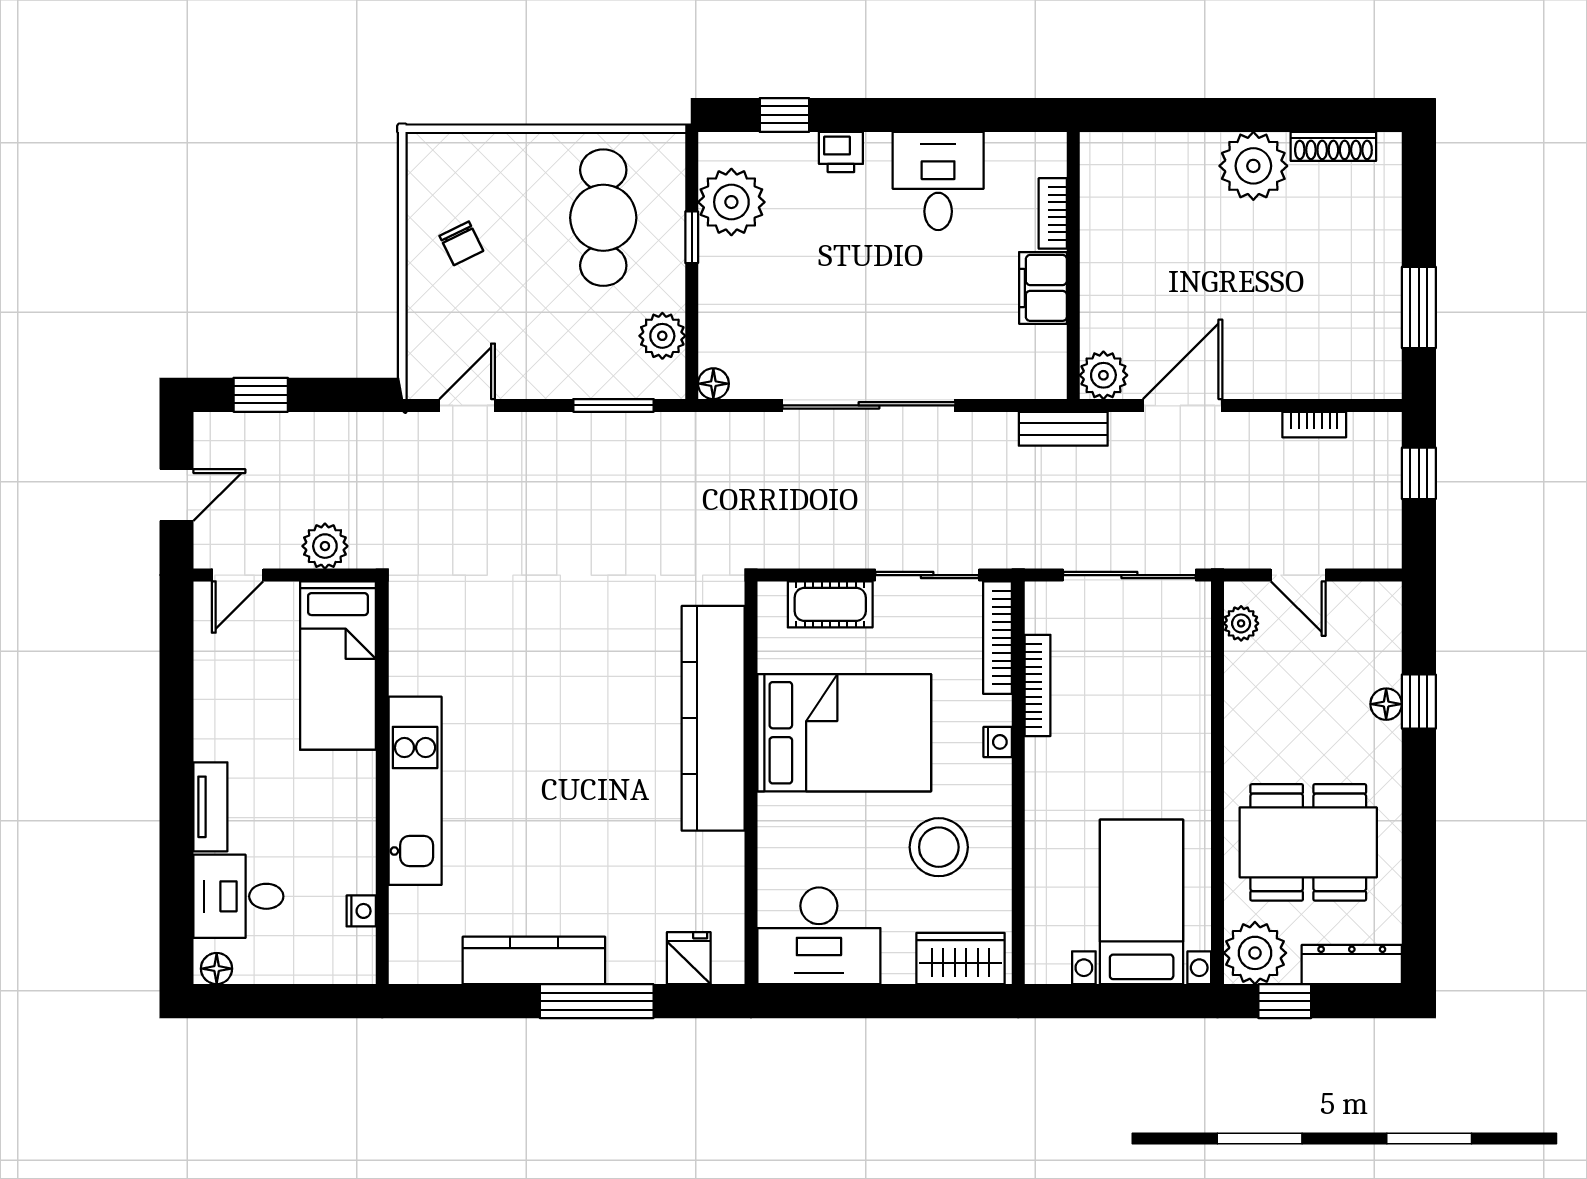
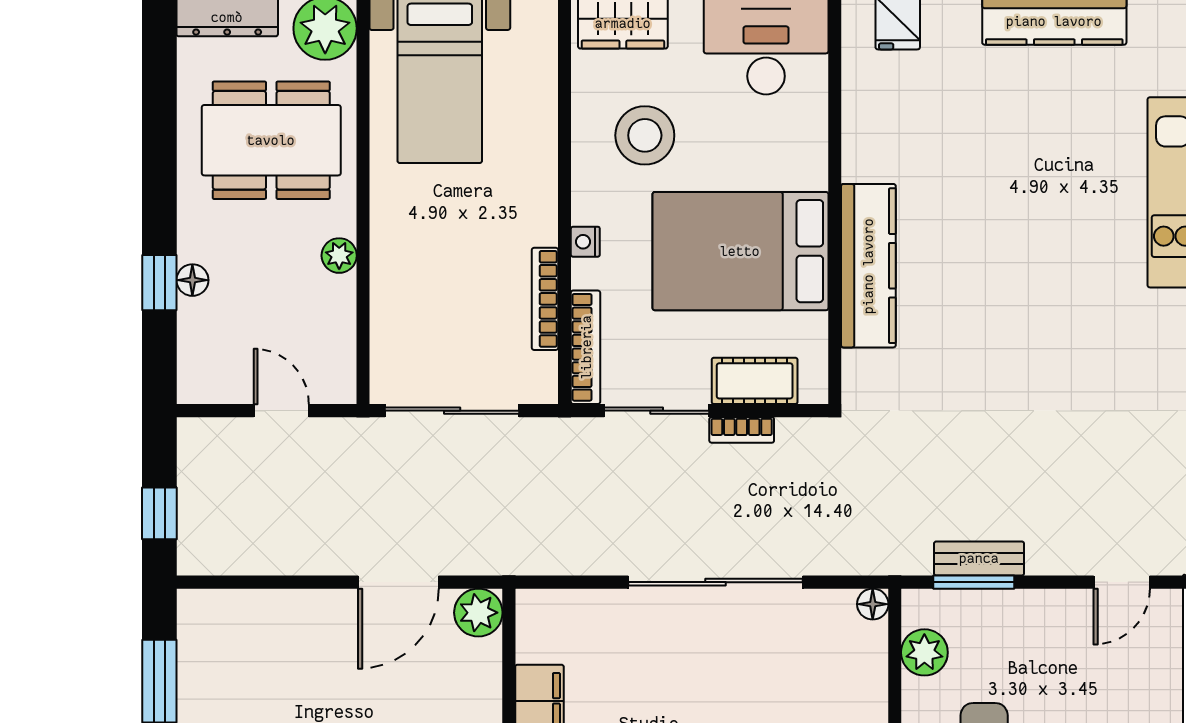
bookcase: (1314, 425) -> (742, 430), moved, turned 180
bench: (1063, 429) -> (979, 558), moved
plant: (1241, 623) -> (339, 256), moved
kitchen counter: (713, 718) -> (868, 266), width x0.72, depth x0.86

